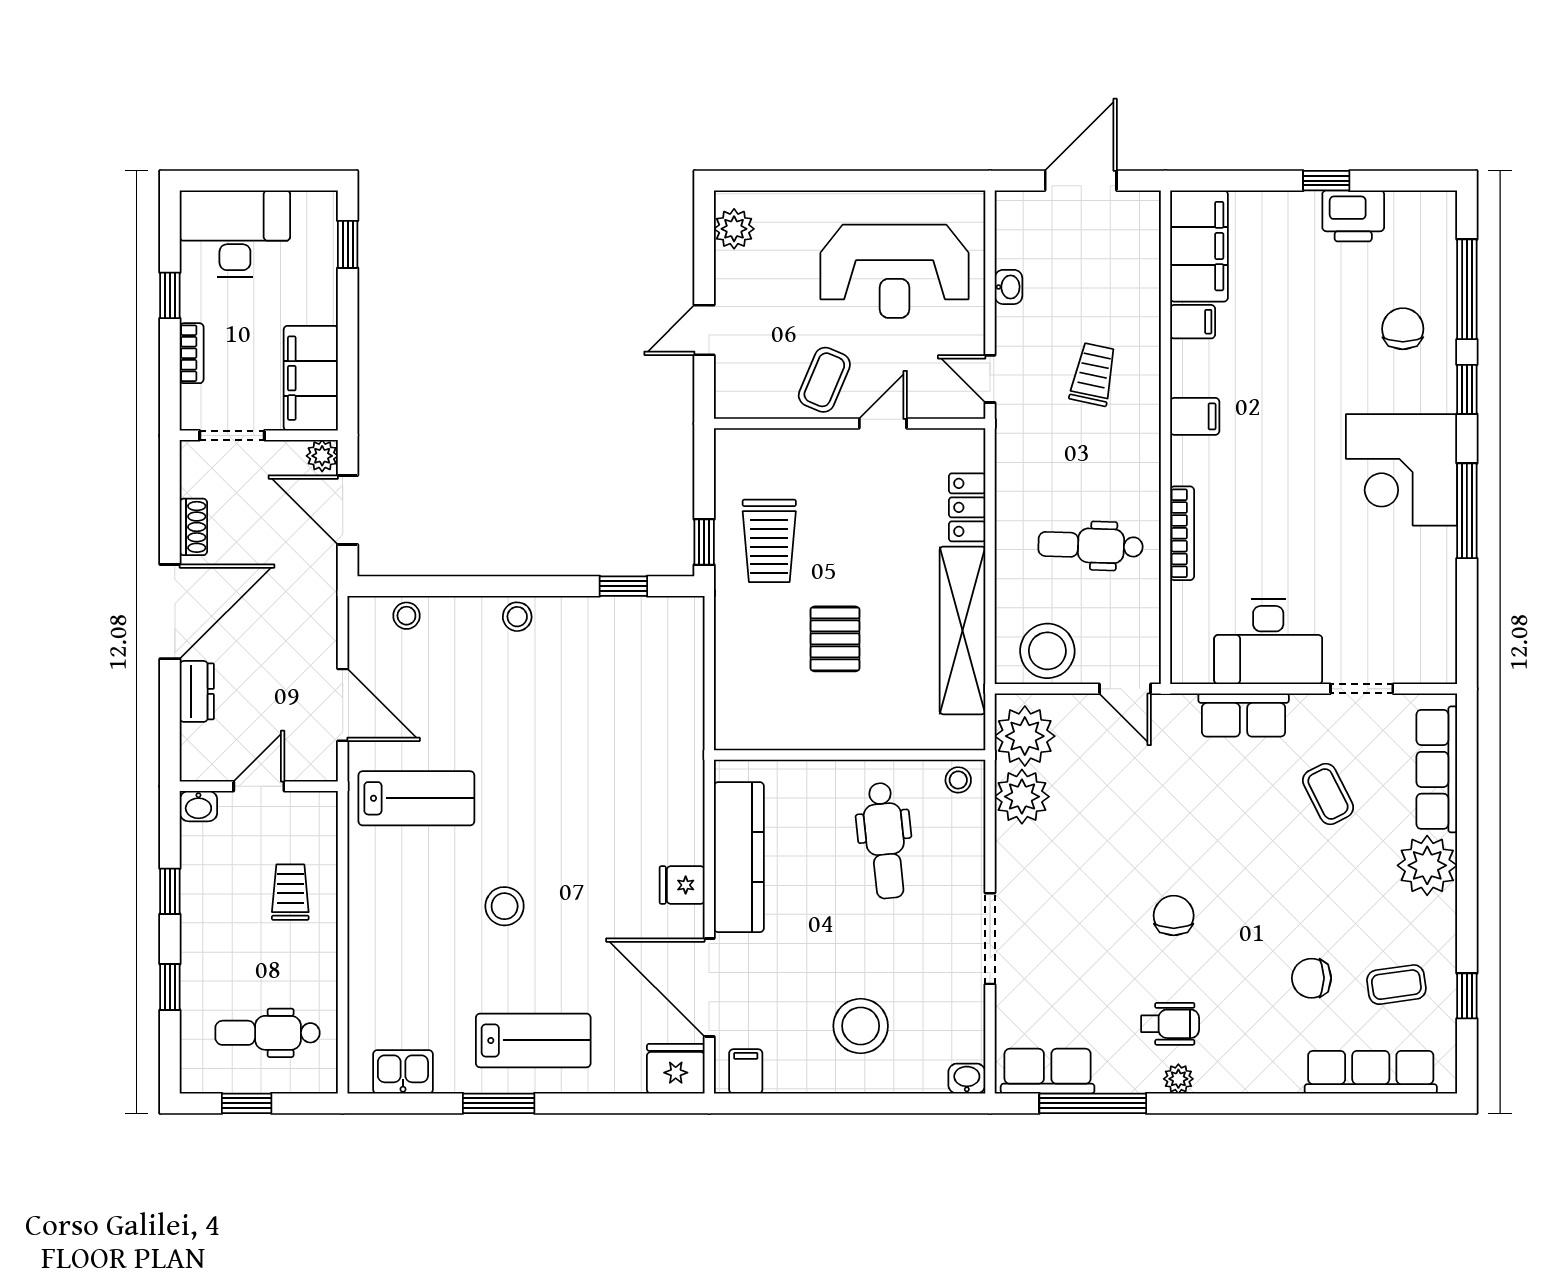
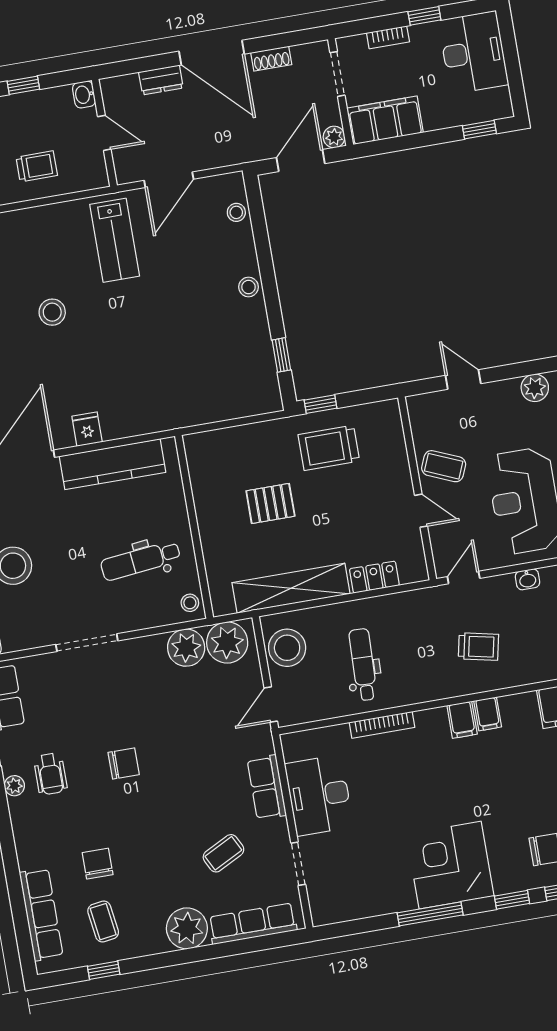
filing cabinet: (1193, 322) -> (488, 714), moved

